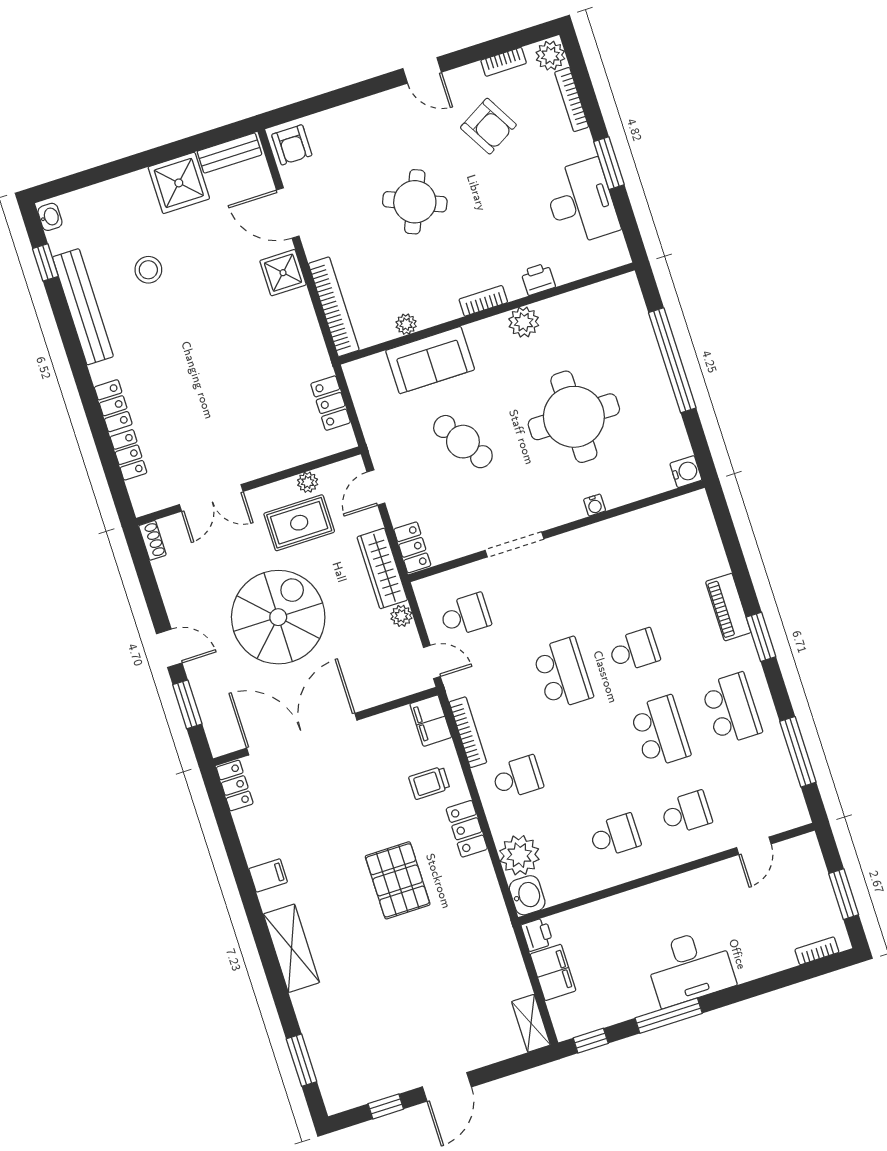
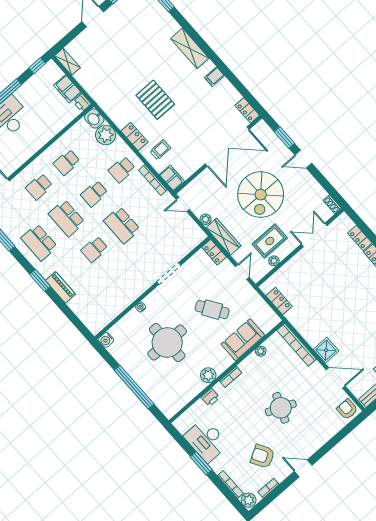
school desk: (465, 615) -> (94, 194), moved

